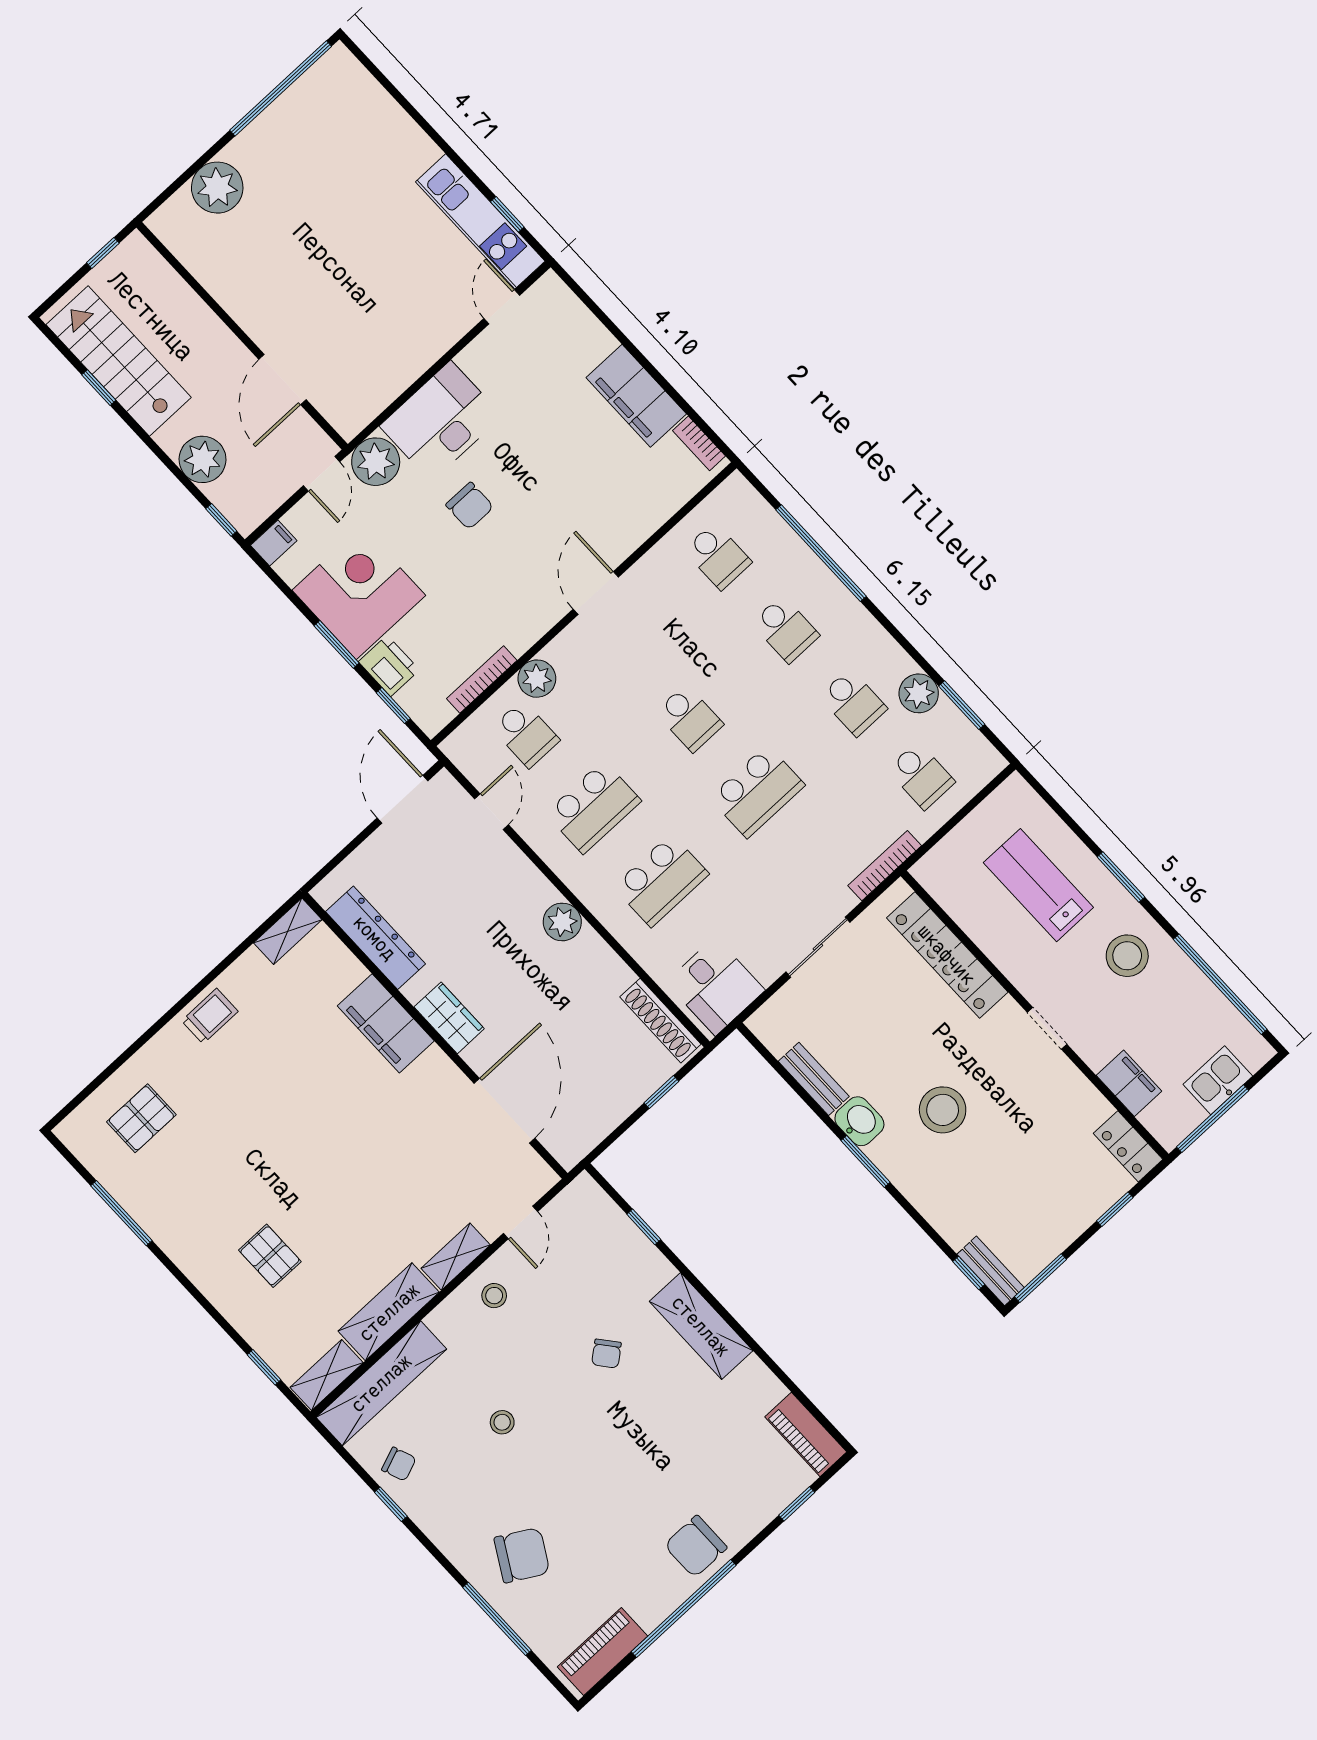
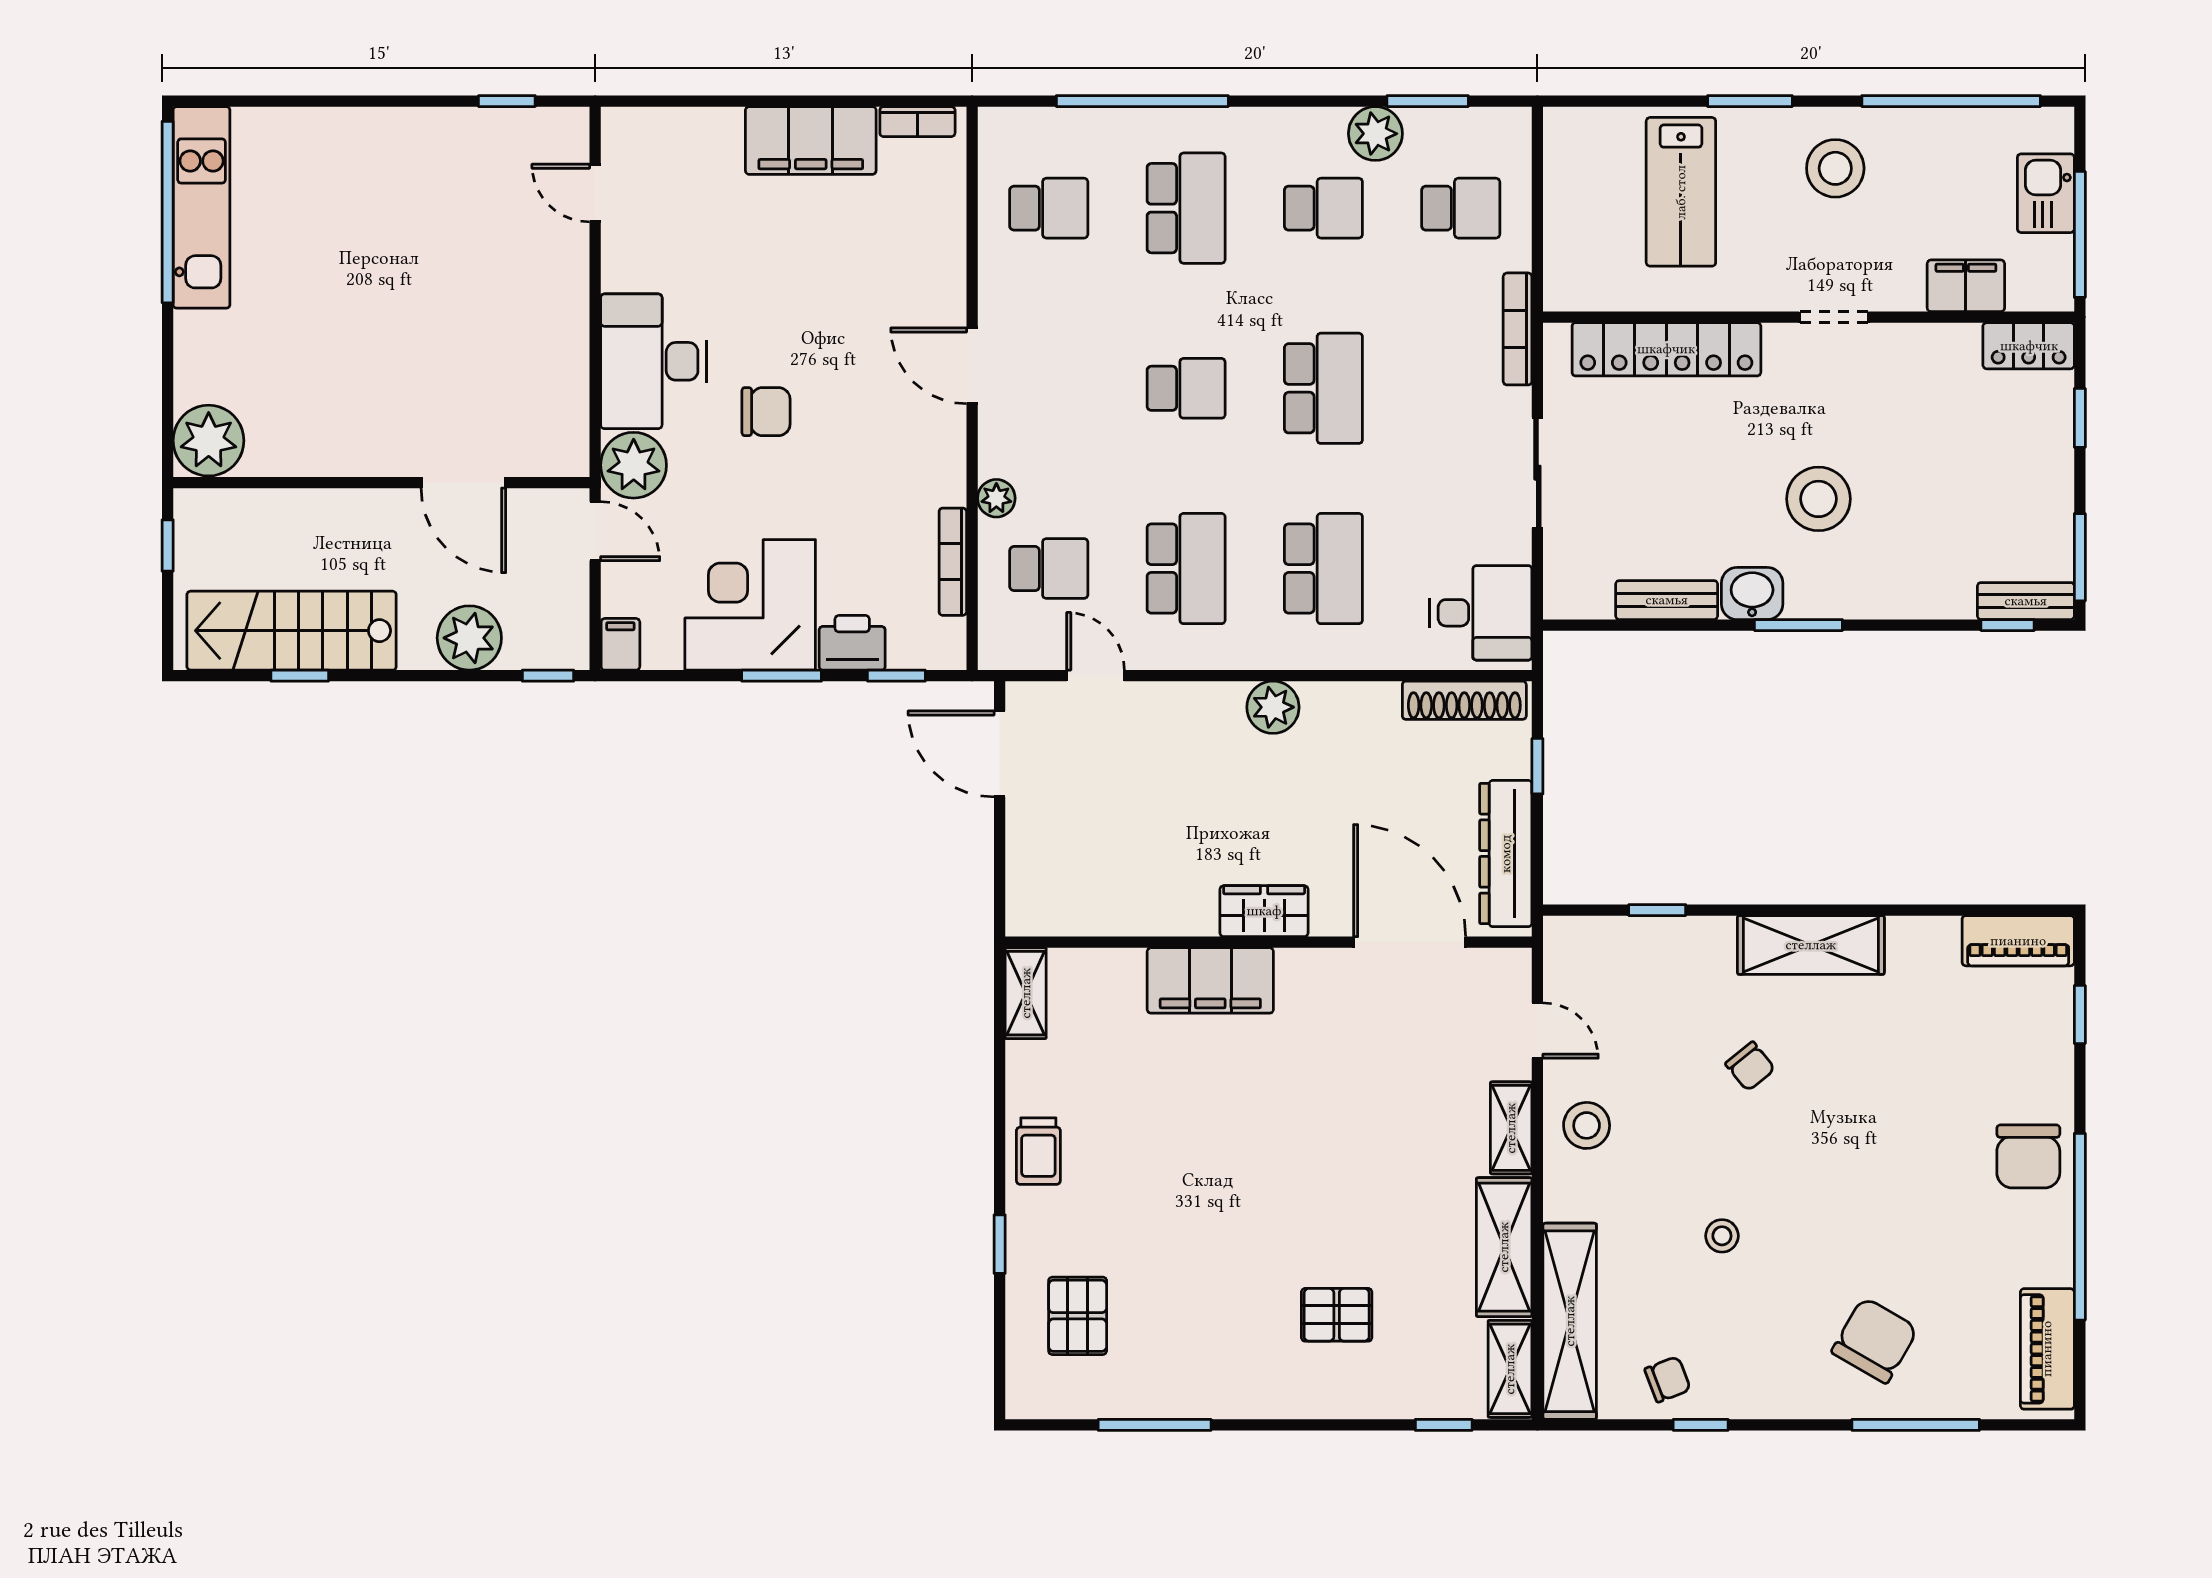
plant: (217, 188) -> (209, 441), moved
kitchen unit: (480, 221) -> (202, 207), moved, turned -90
school desk: (785, 629) -> (1186, 208), width x1.85
plant: (537, 679) -> (996, 498), width x0.73, depth x0.73
lab bench: (1038, 885) -> (1681, 192), turned -90
dresser: (375, 938) -> (1506, 854), moved, turned -90
trolley: (210, 1016) -> (1038, 1151), turned 180
window: (141, 1041) -> (1000, 1244), added
stool: (494, 1296) -> (1587, 1125), width x1.37, depth x1.37

